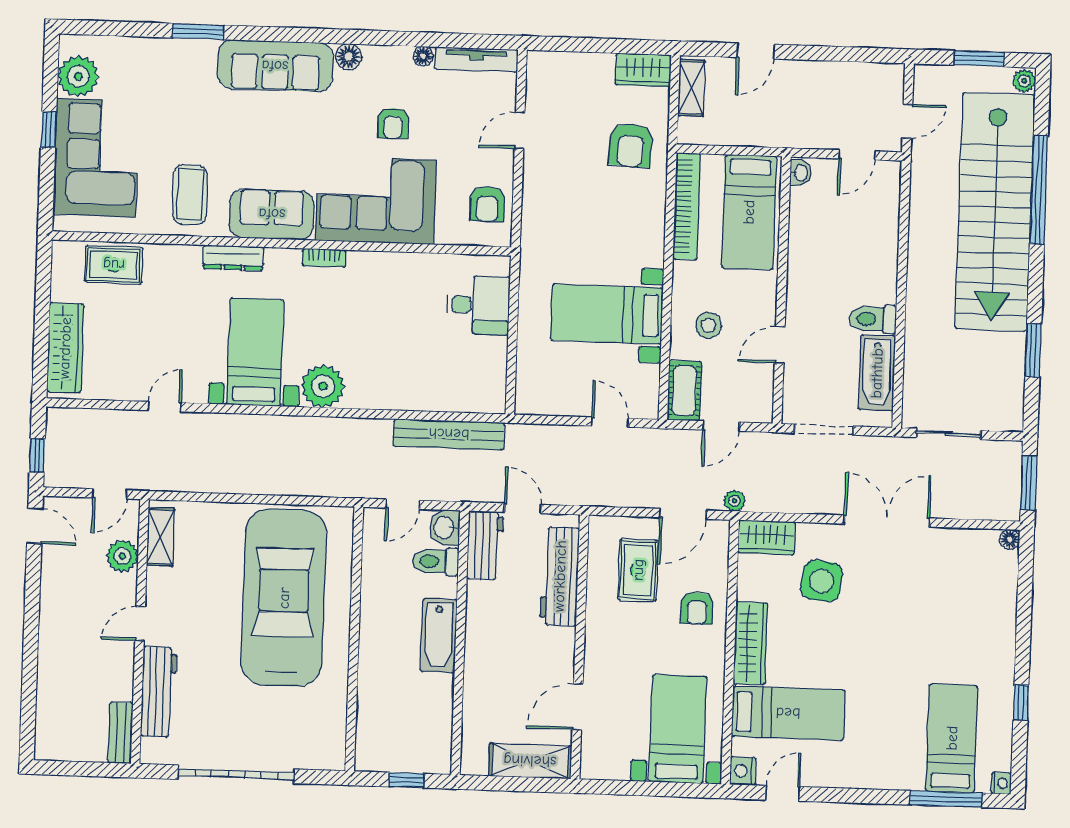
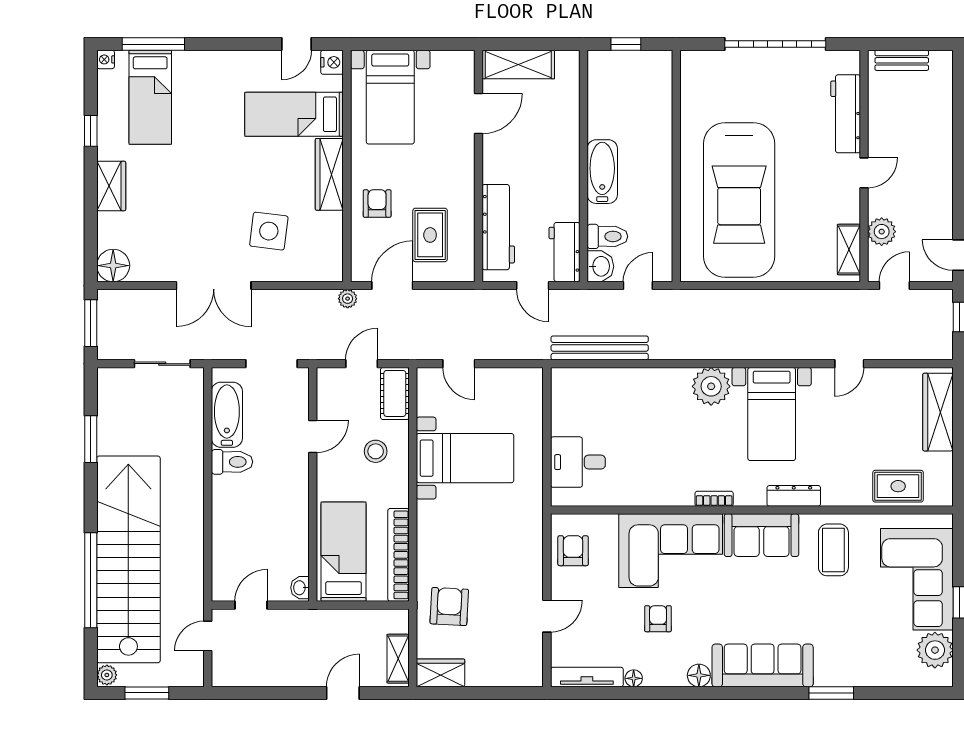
wardrobe: (767, 537) -> (111, 186), moved, turned 90
floor lamp: (1010, 539) -> (113, 266), width x1.89, depth x1.89
bench: (120, 733) -> (902, 60), moved, turned 90

